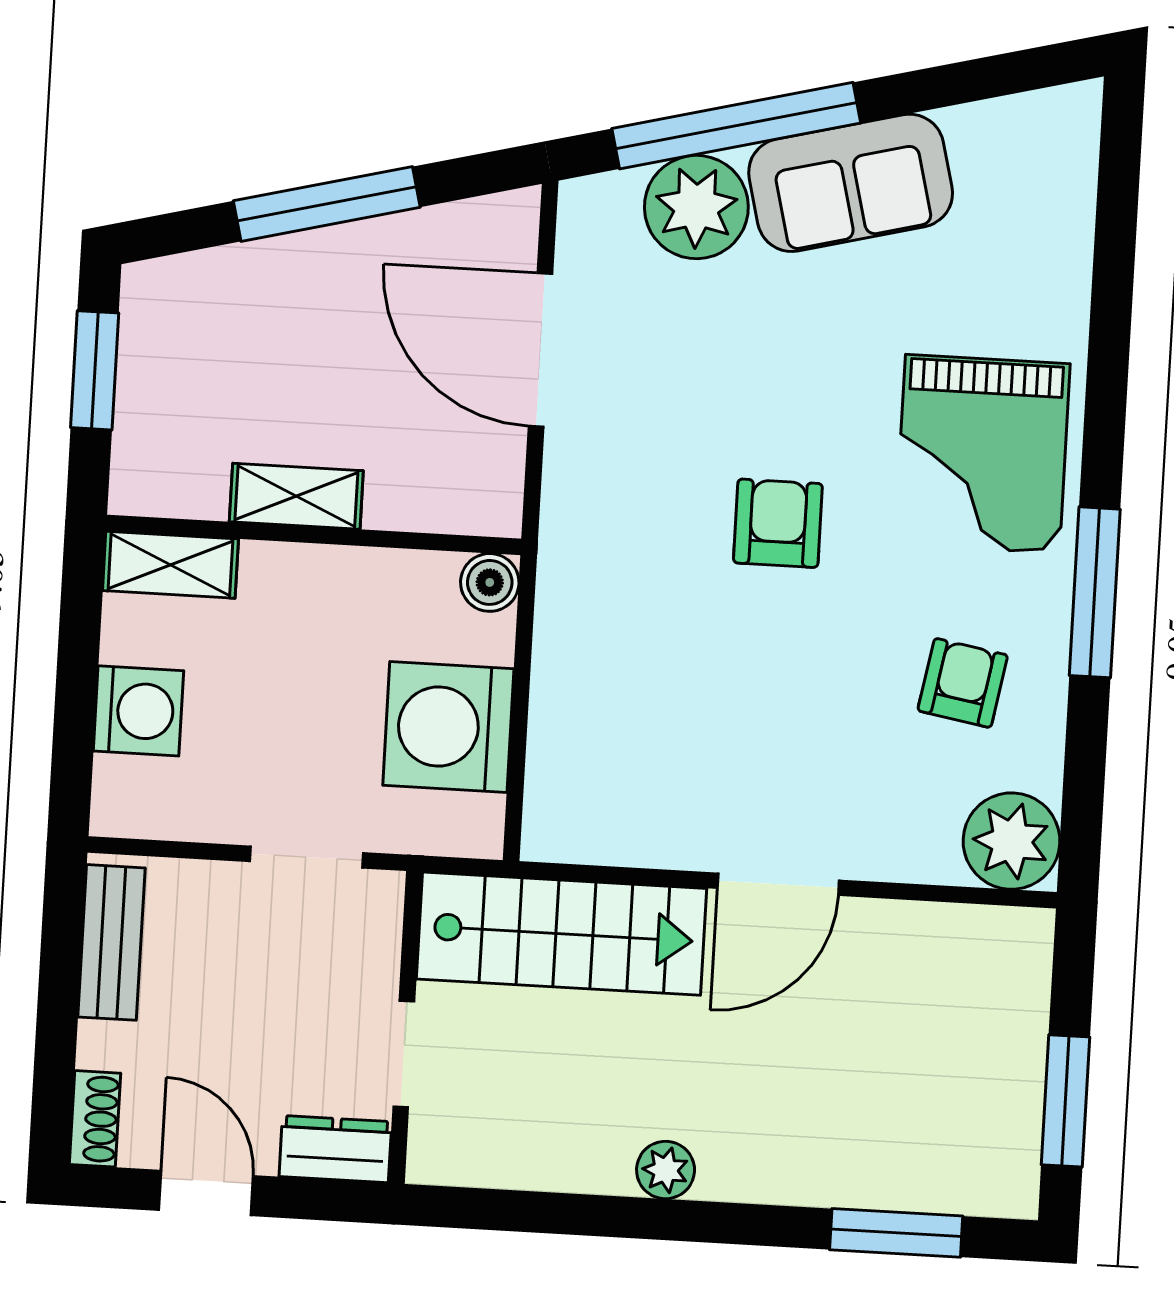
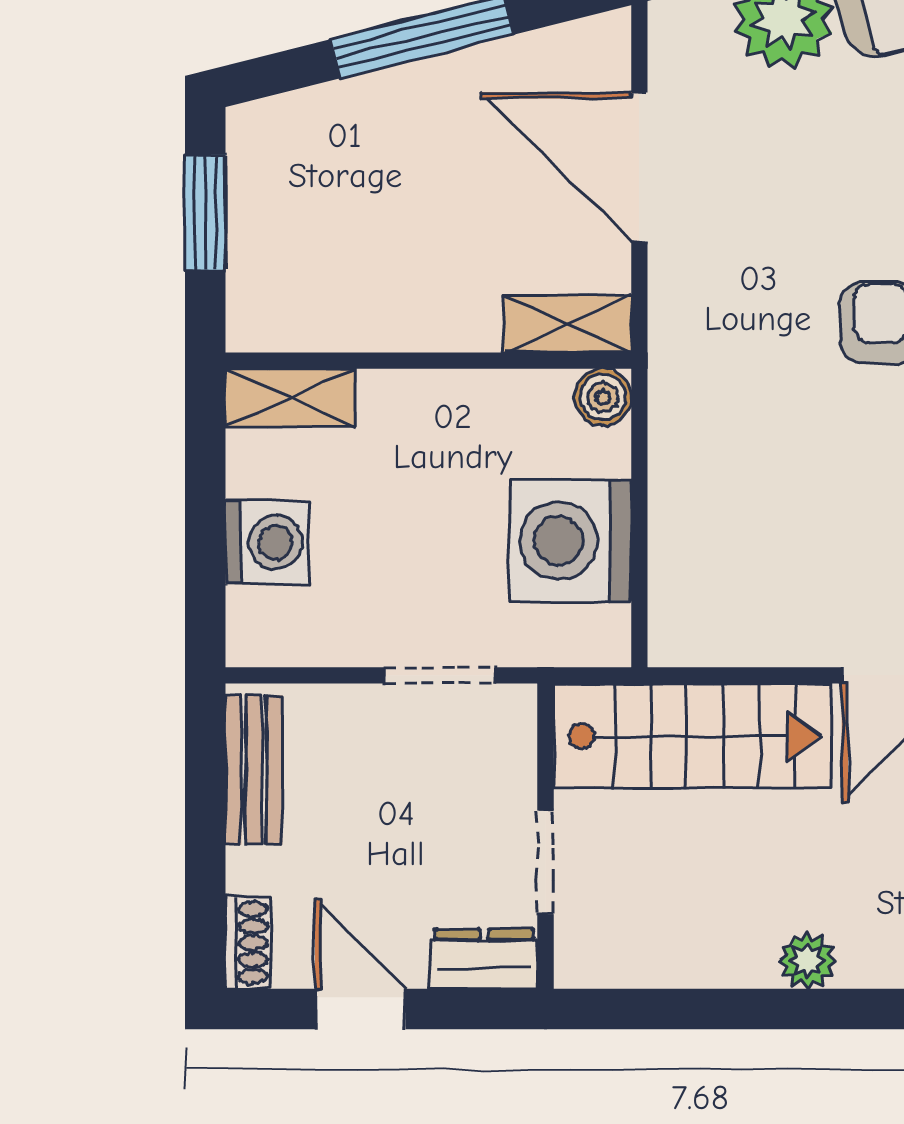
shelving: (296, 496) -> (567, 324), moved

